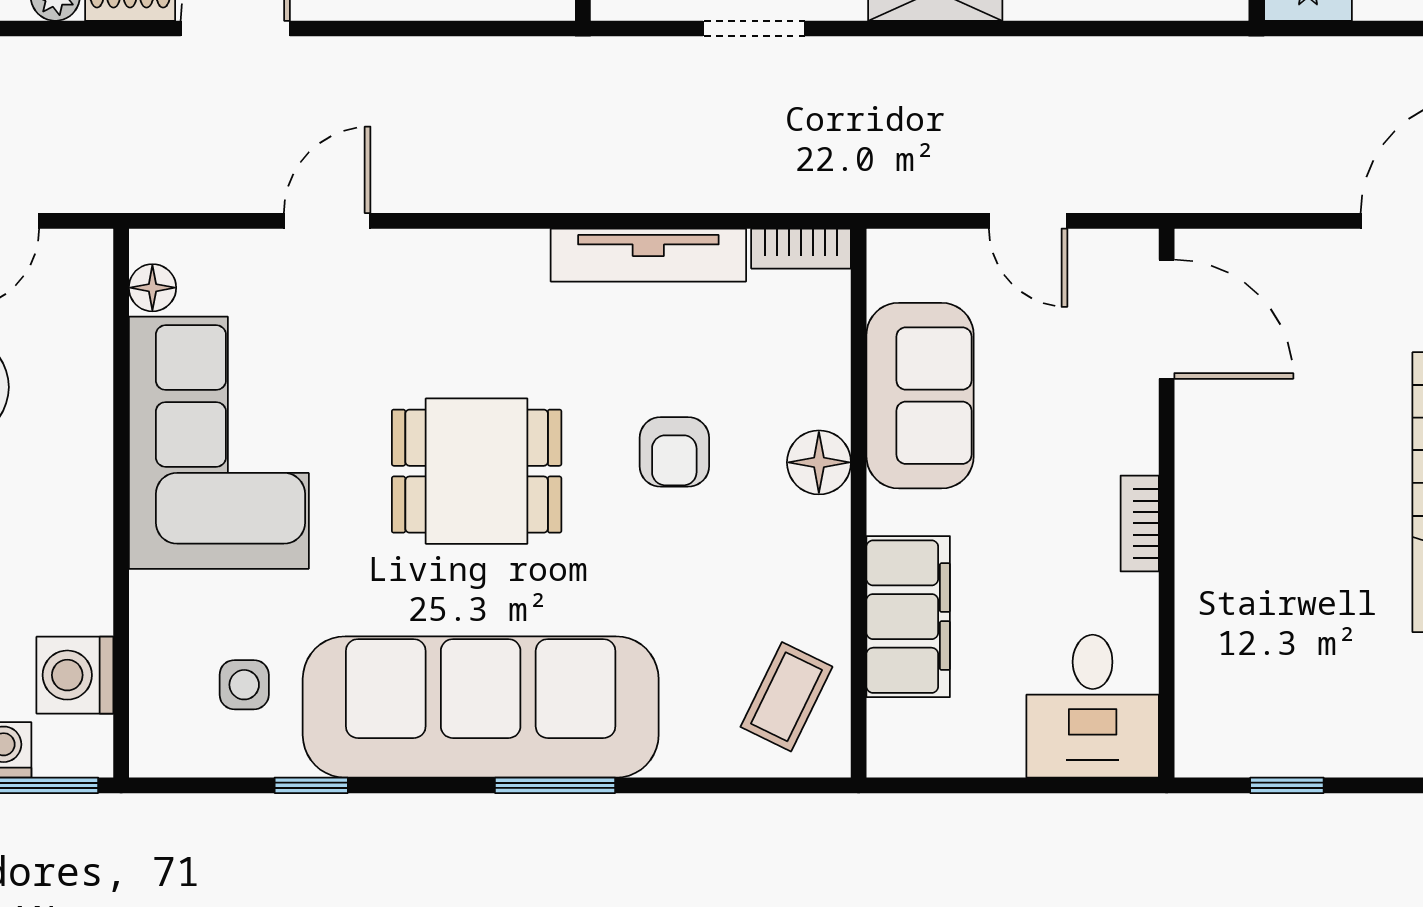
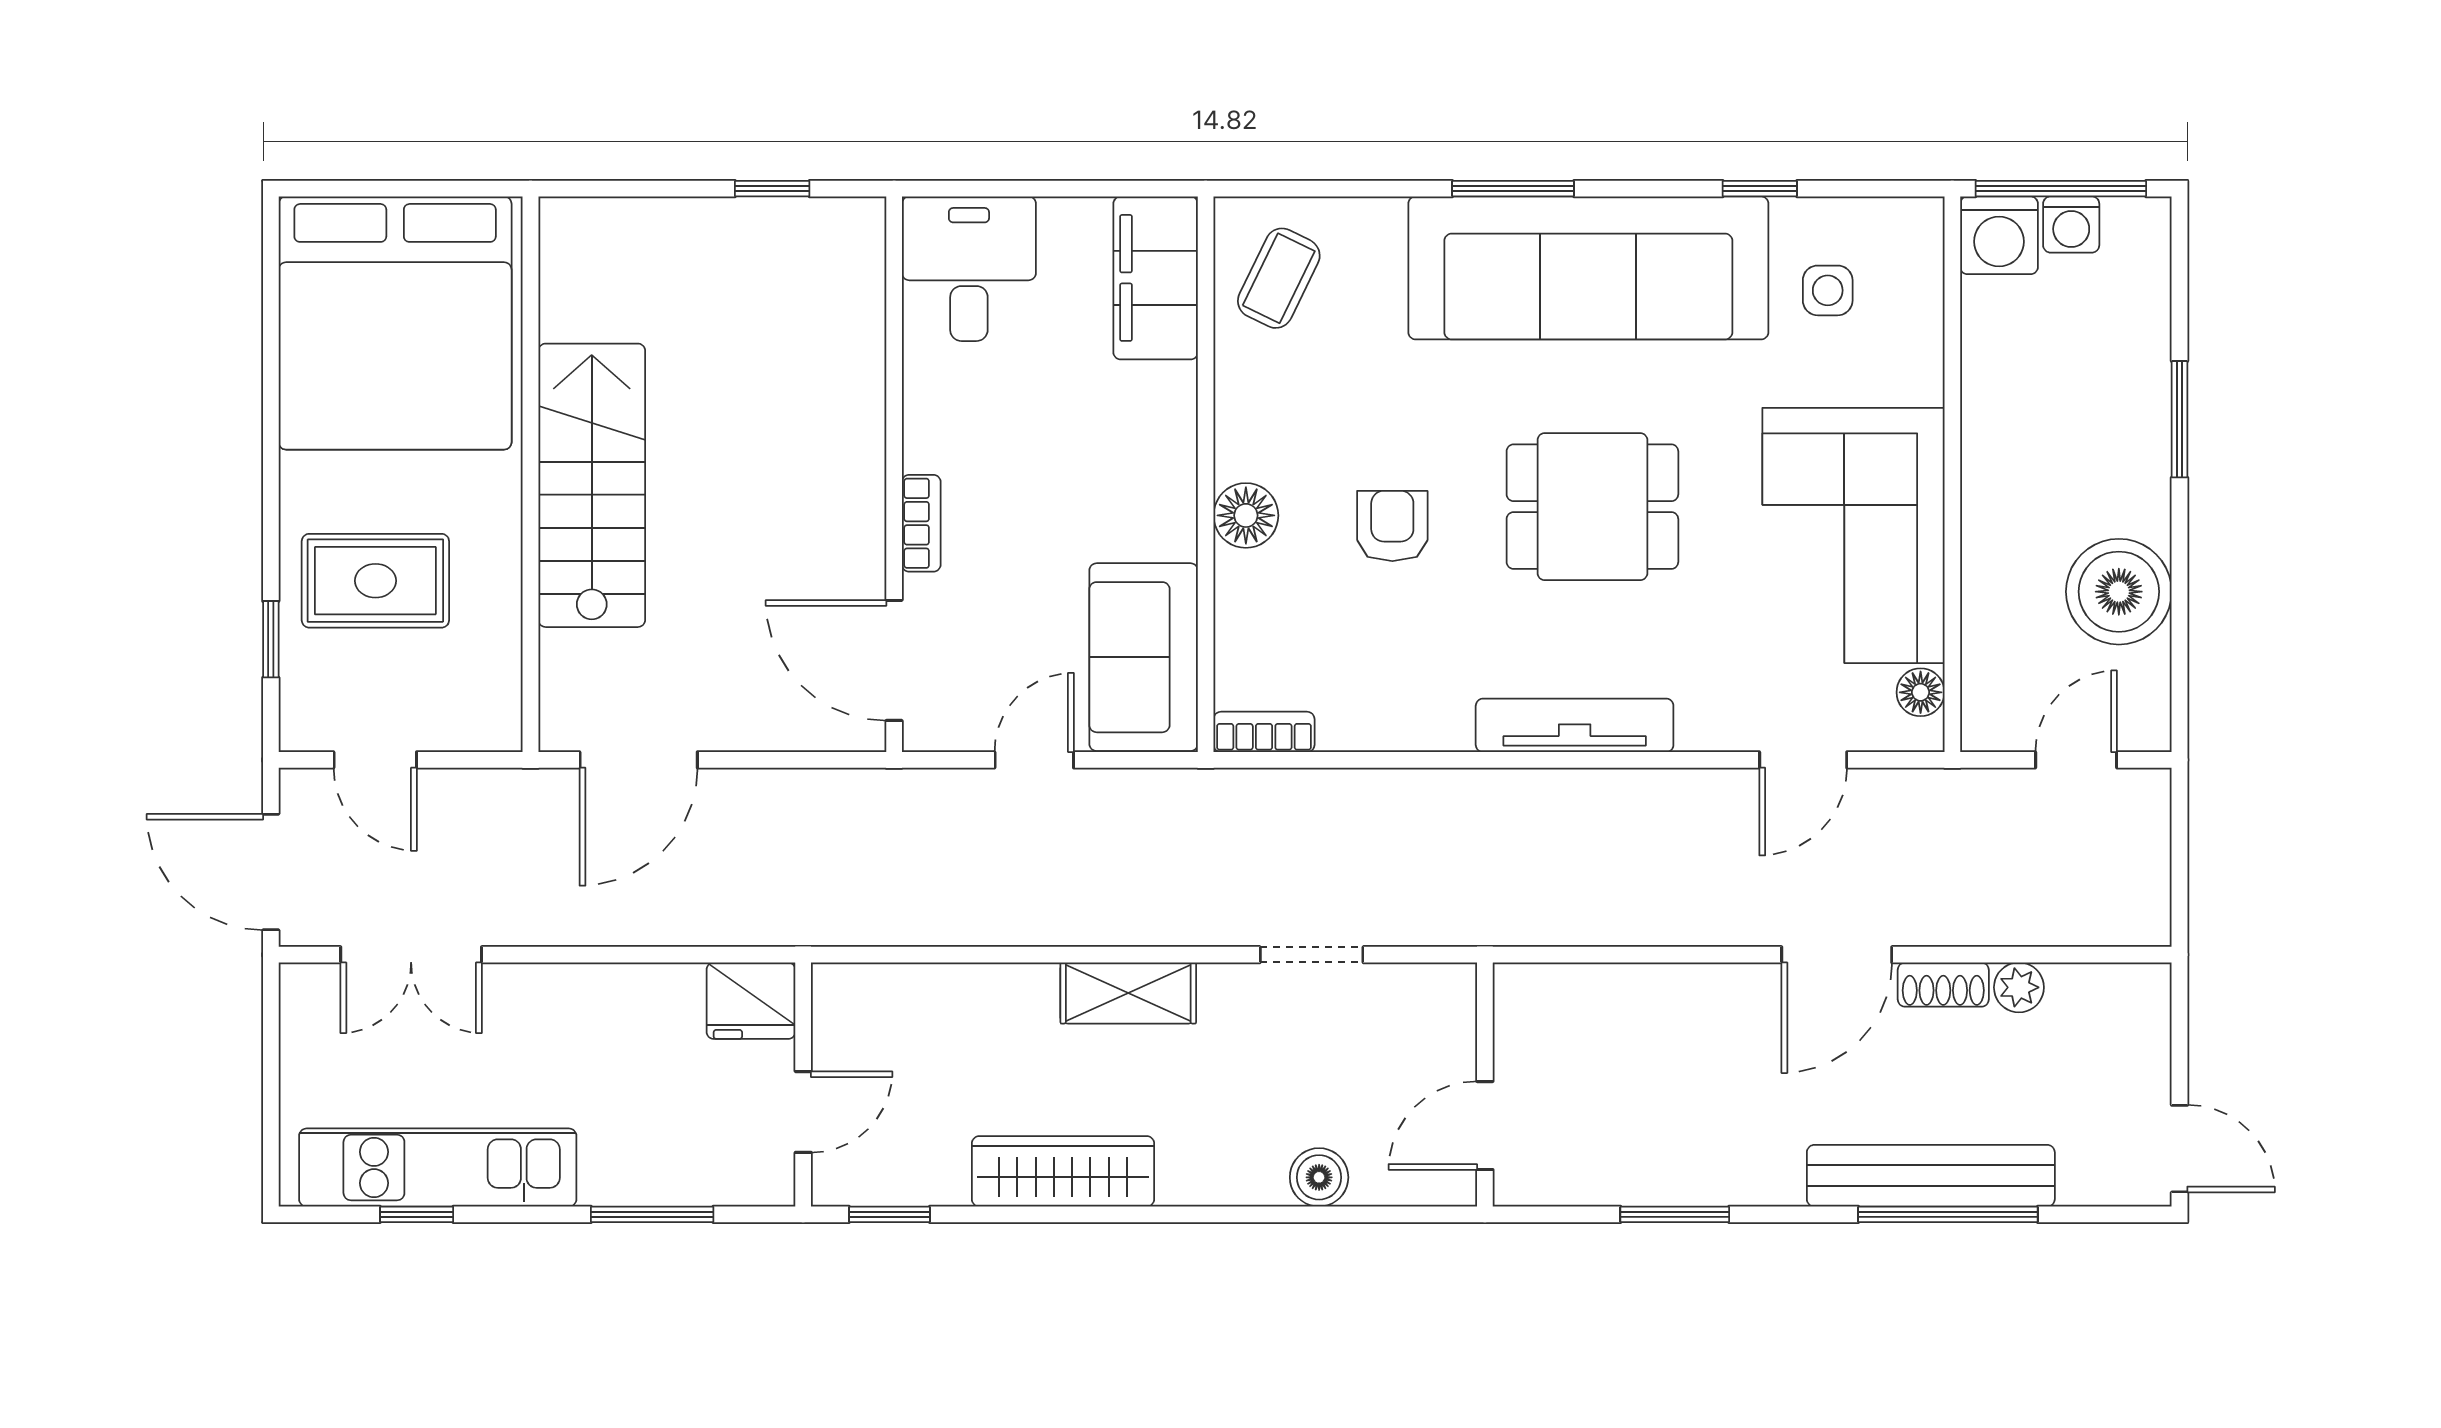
door: (327, 221) -> (1803, 760), moved
door: (1028, 221) -> (1034, 760), hinge flipped
tv unit: (648, 255) -> (1575, 725), moved
sofa: (920, 396) -> (1144, 657), moved
bookcase: (1140, 523) -> (921, 523), moved
filing cabinet: (908, 617) -> (1156, 278), moved
washing machine: (75, 675) -> (1999, 235), moved, turned 90

